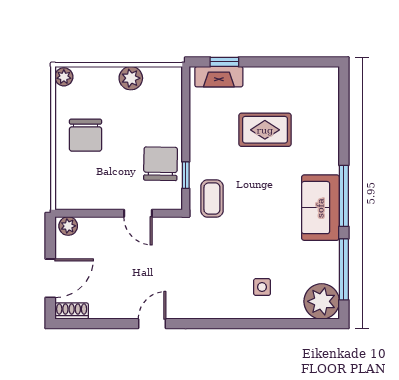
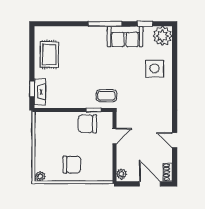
plant: (131, 78) -> (41, 140), removed
rug: (265, 130) -> (49, 54), moved
sofa: (320, 208) -> (125, 37), moved
window: (344, 269) -> (145, 24), width x0.46
side table: (262, 287) -> (155, 68), width x1.87, depth x1.87
door: (152, 324) -> (175, 140), moved

